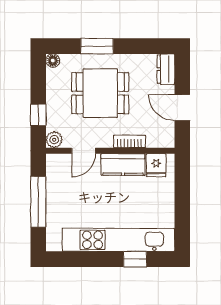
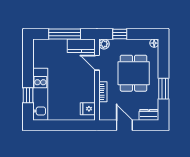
window: (97, 46) -> (163, 89), moved
door: (182, 108) -> (124, 125), hinge flipped
kitchen counter: (123, 164) -> (81, 46), moved, turned -90
kitchen unit: (118, 240) -> (40, 94), width x0.73

